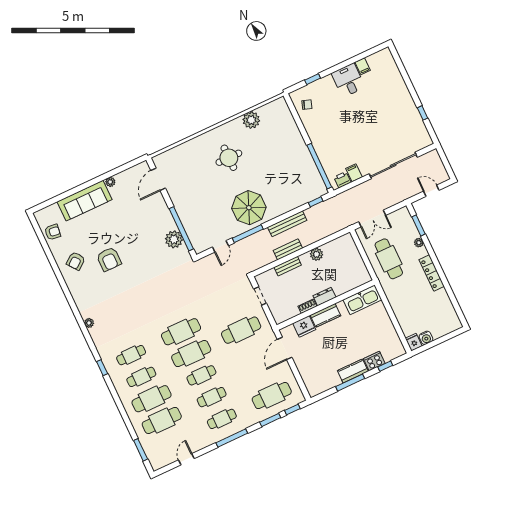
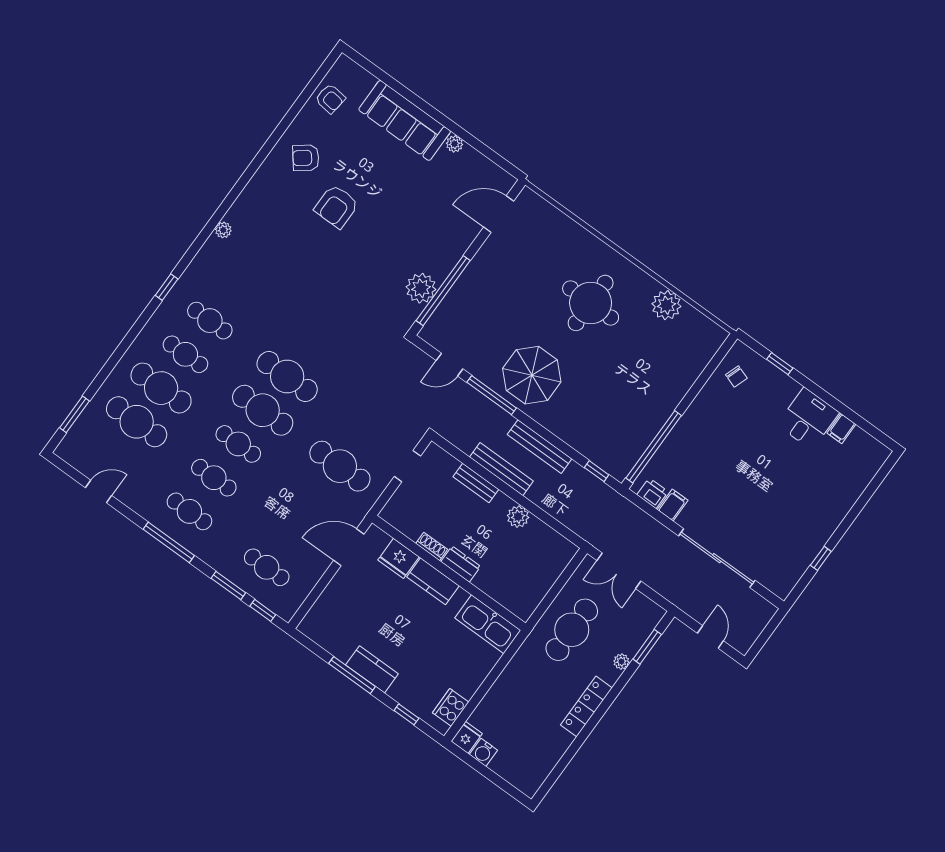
round table: (229, 158) -> (591, 303), width x1.36, depth x1.36
bench: (288, 249) -> (501, 469), width x1.36
cooker: (374, 361) -> (451, 707), moved, turned -90
cafe table: (272, 396) -> (267, 567), width x0.73, depth x0.74

